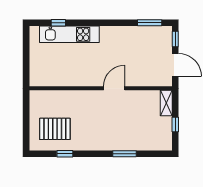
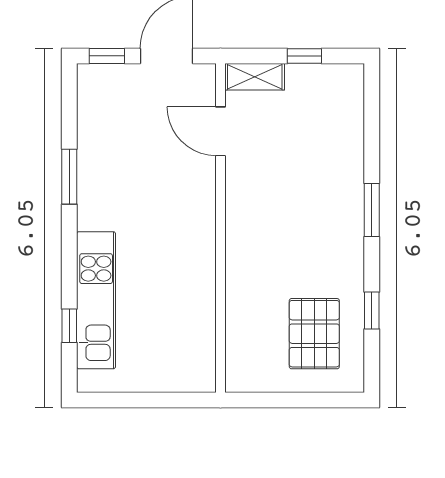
window: (150, 23) -> (69, 177), moved
door: (114, 88) -> (221, 131), moved
window: (124, 154) -> (372, 210), moved

